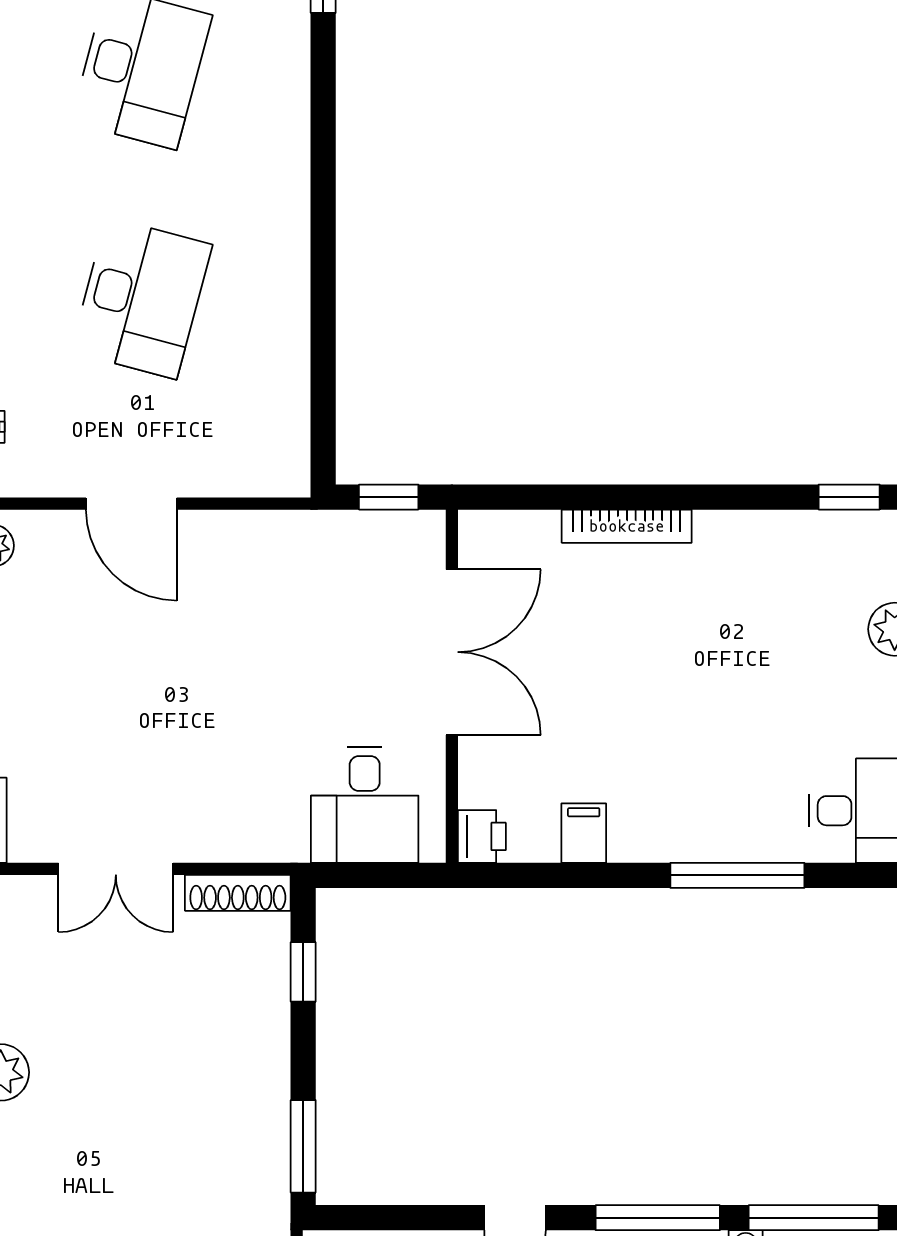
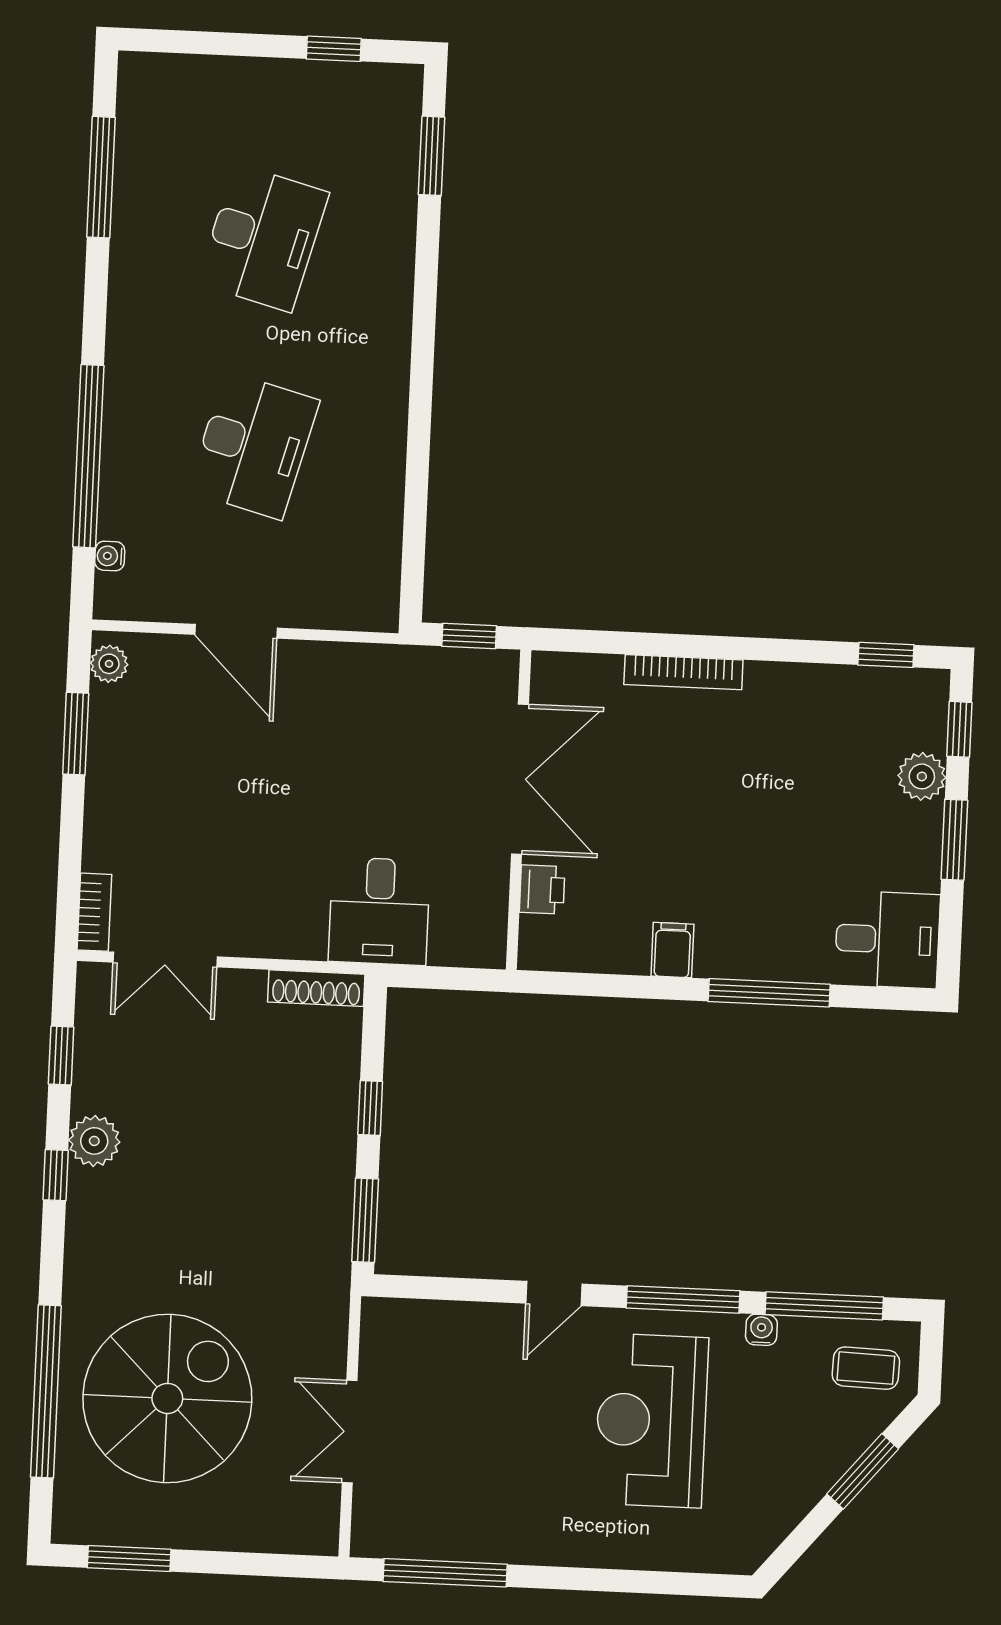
desk: (365, 805) -> (379, 911), moved
filing cabinet: (584, 833) -> (672, 950), moved
printer: (482, 836) -> (542, 889), moved
double door: (116, 869) -> (165, 959), moved
window: (303, 972) -> (370, 1108), moved

